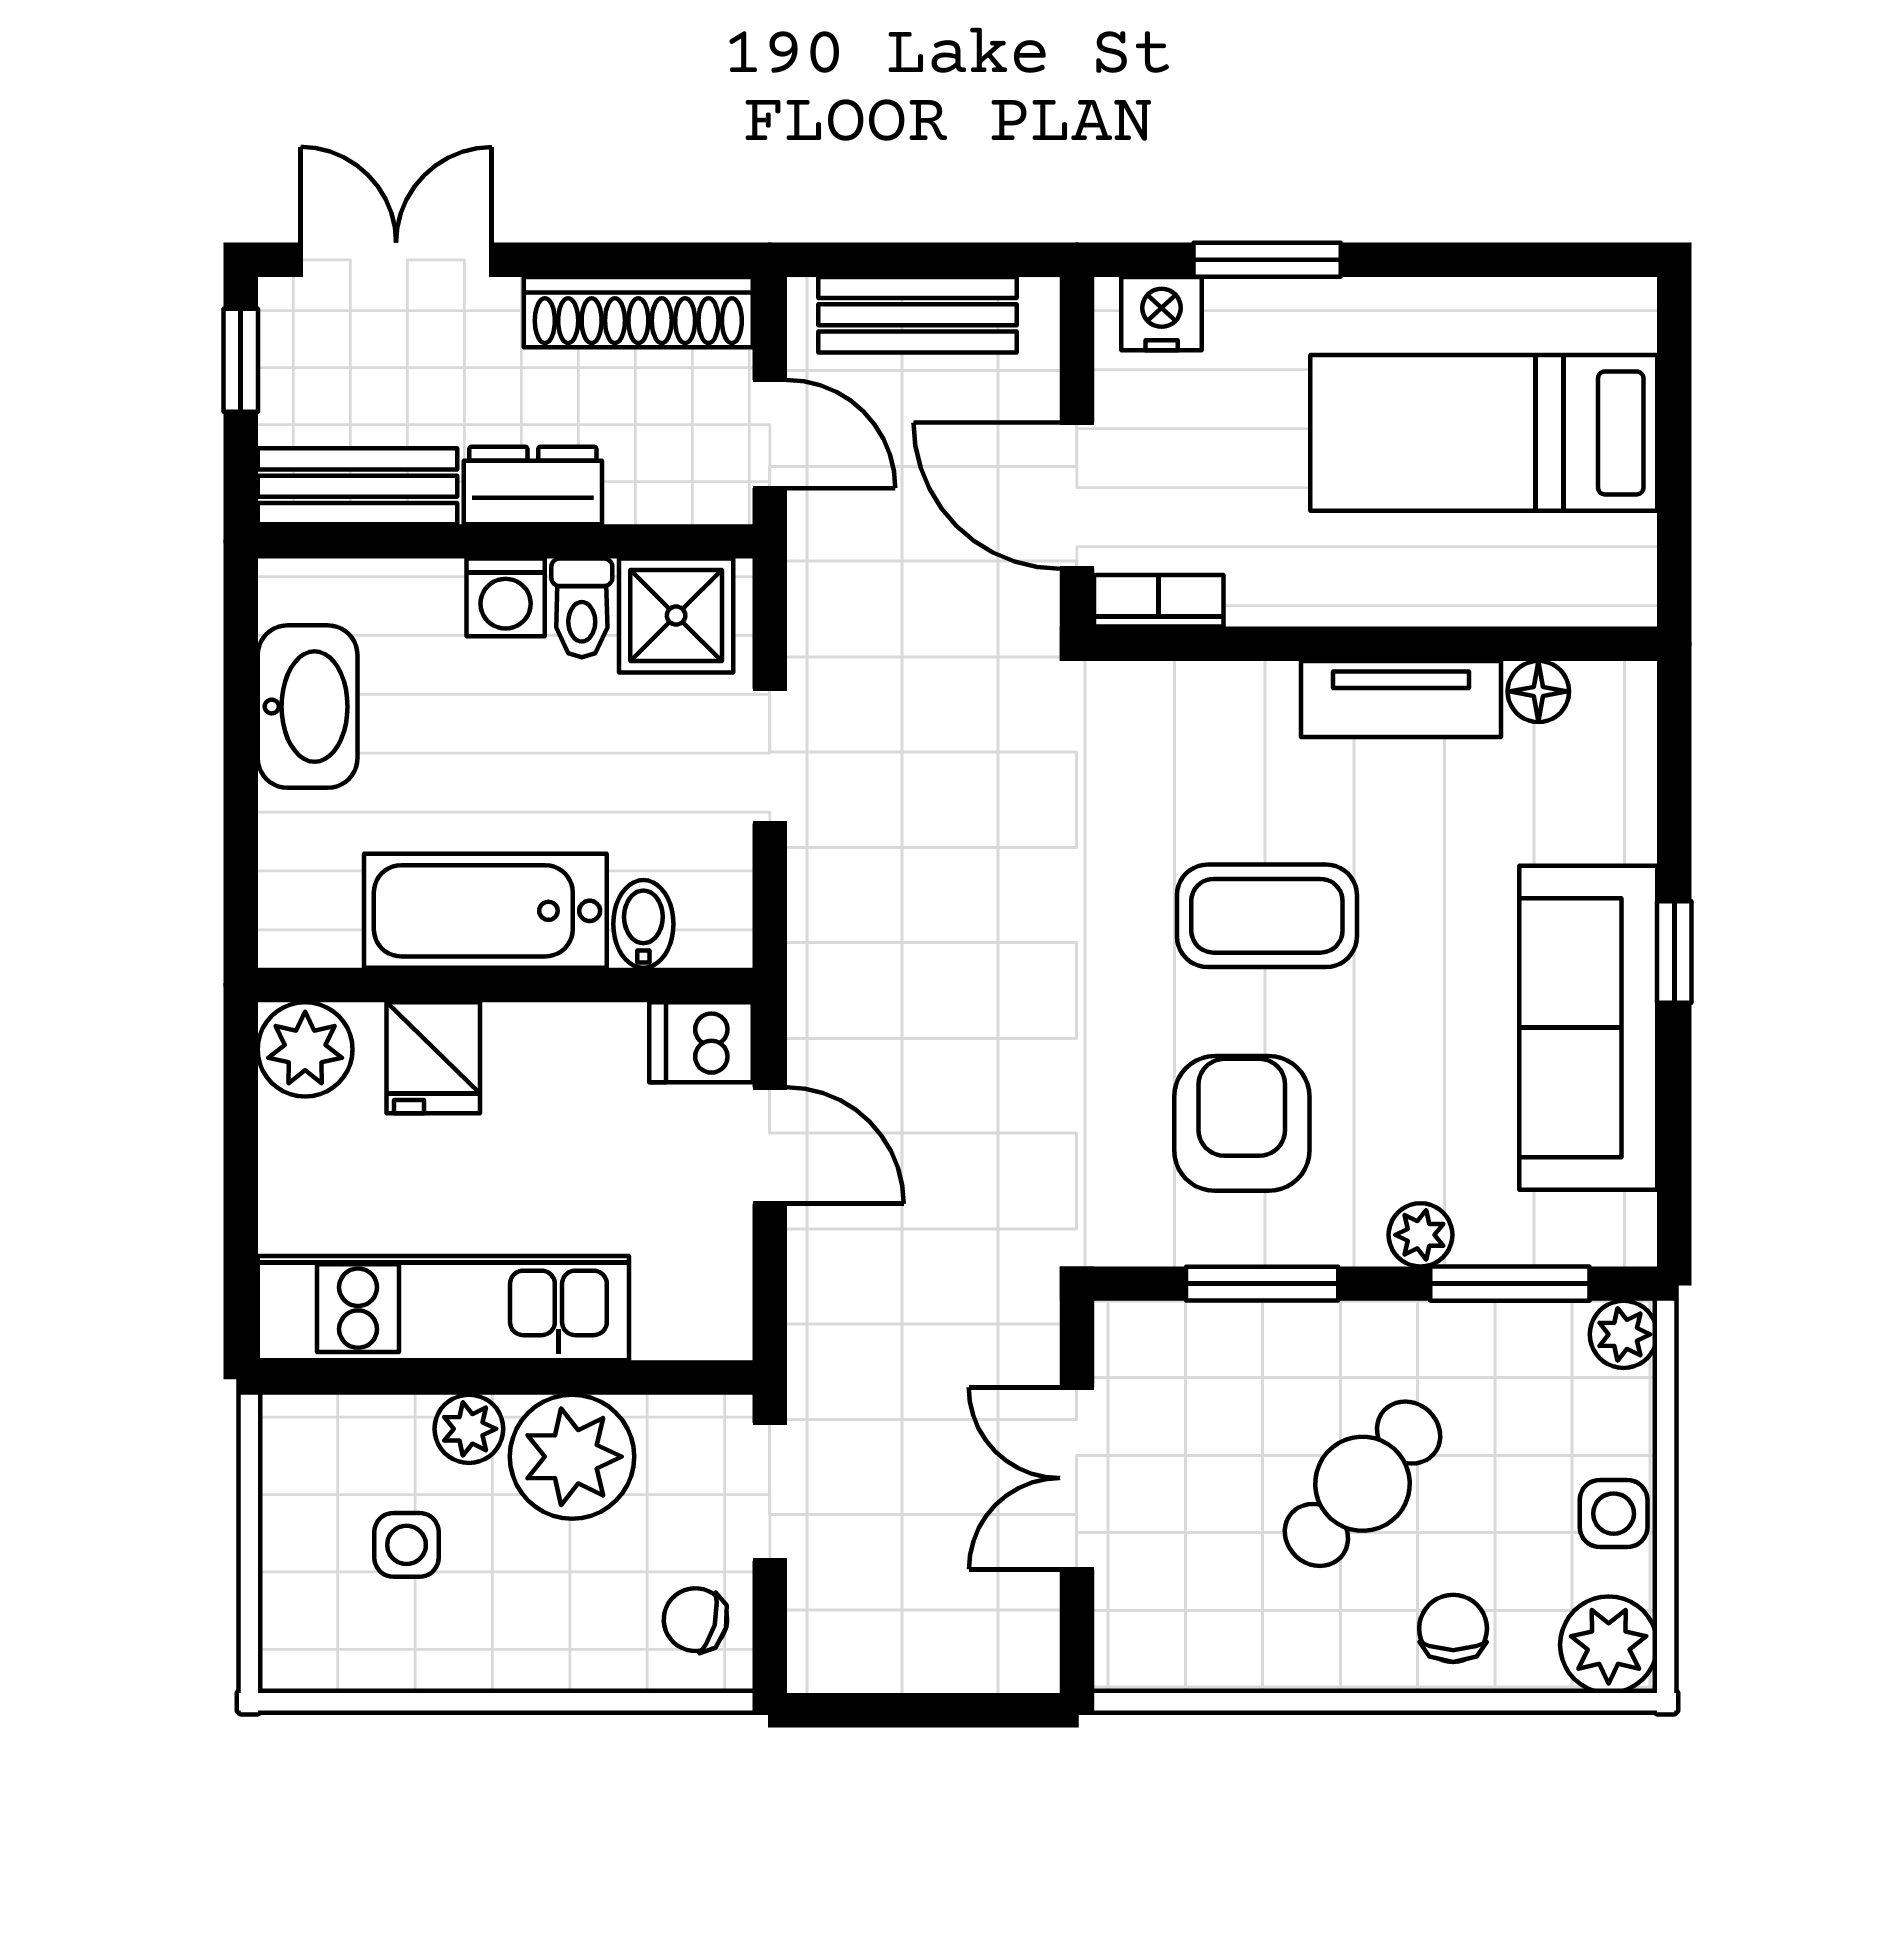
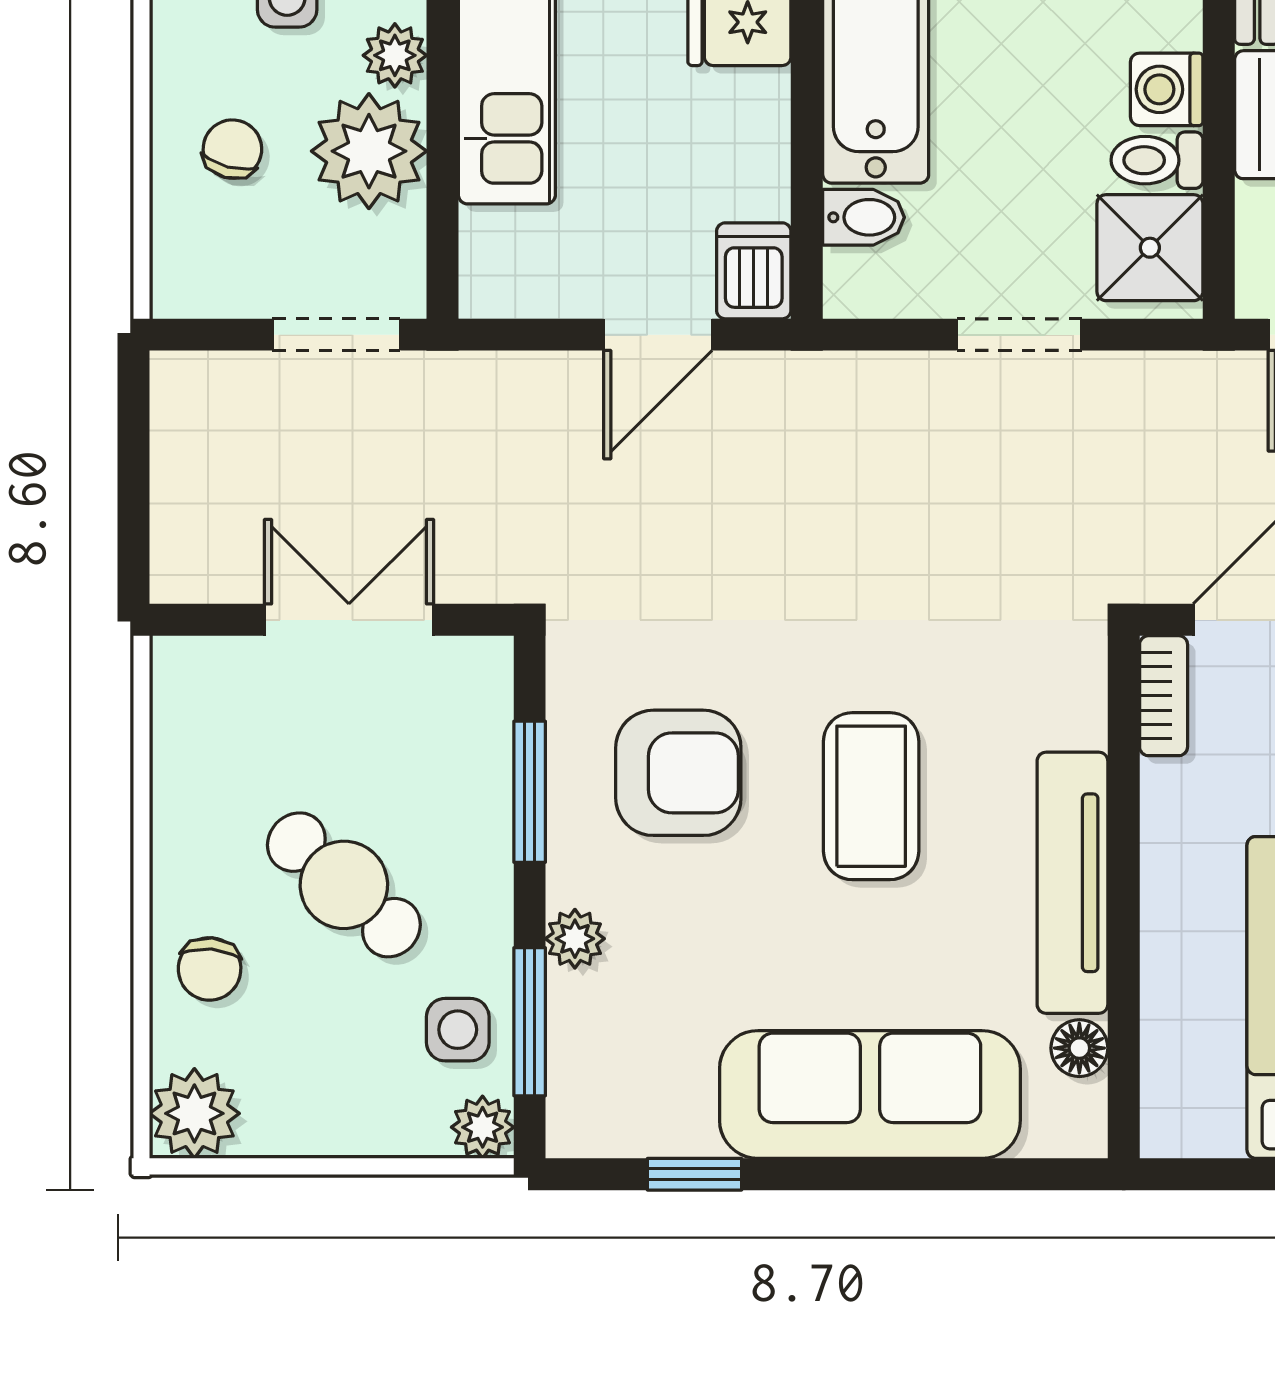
tv unit: (1401, 699) -> (1072, 883), width x1.41
window: (1674, 952) -> (694, 1174), moved
sofa: (1588, 1028) -> (870, 1094), moved
side table: (1614, 1514) -> (458, 1030), moved
chair: (695, 1620) -> (232, 149), moved
chair: (1453, 1628) -> (210, 969), turned 95

